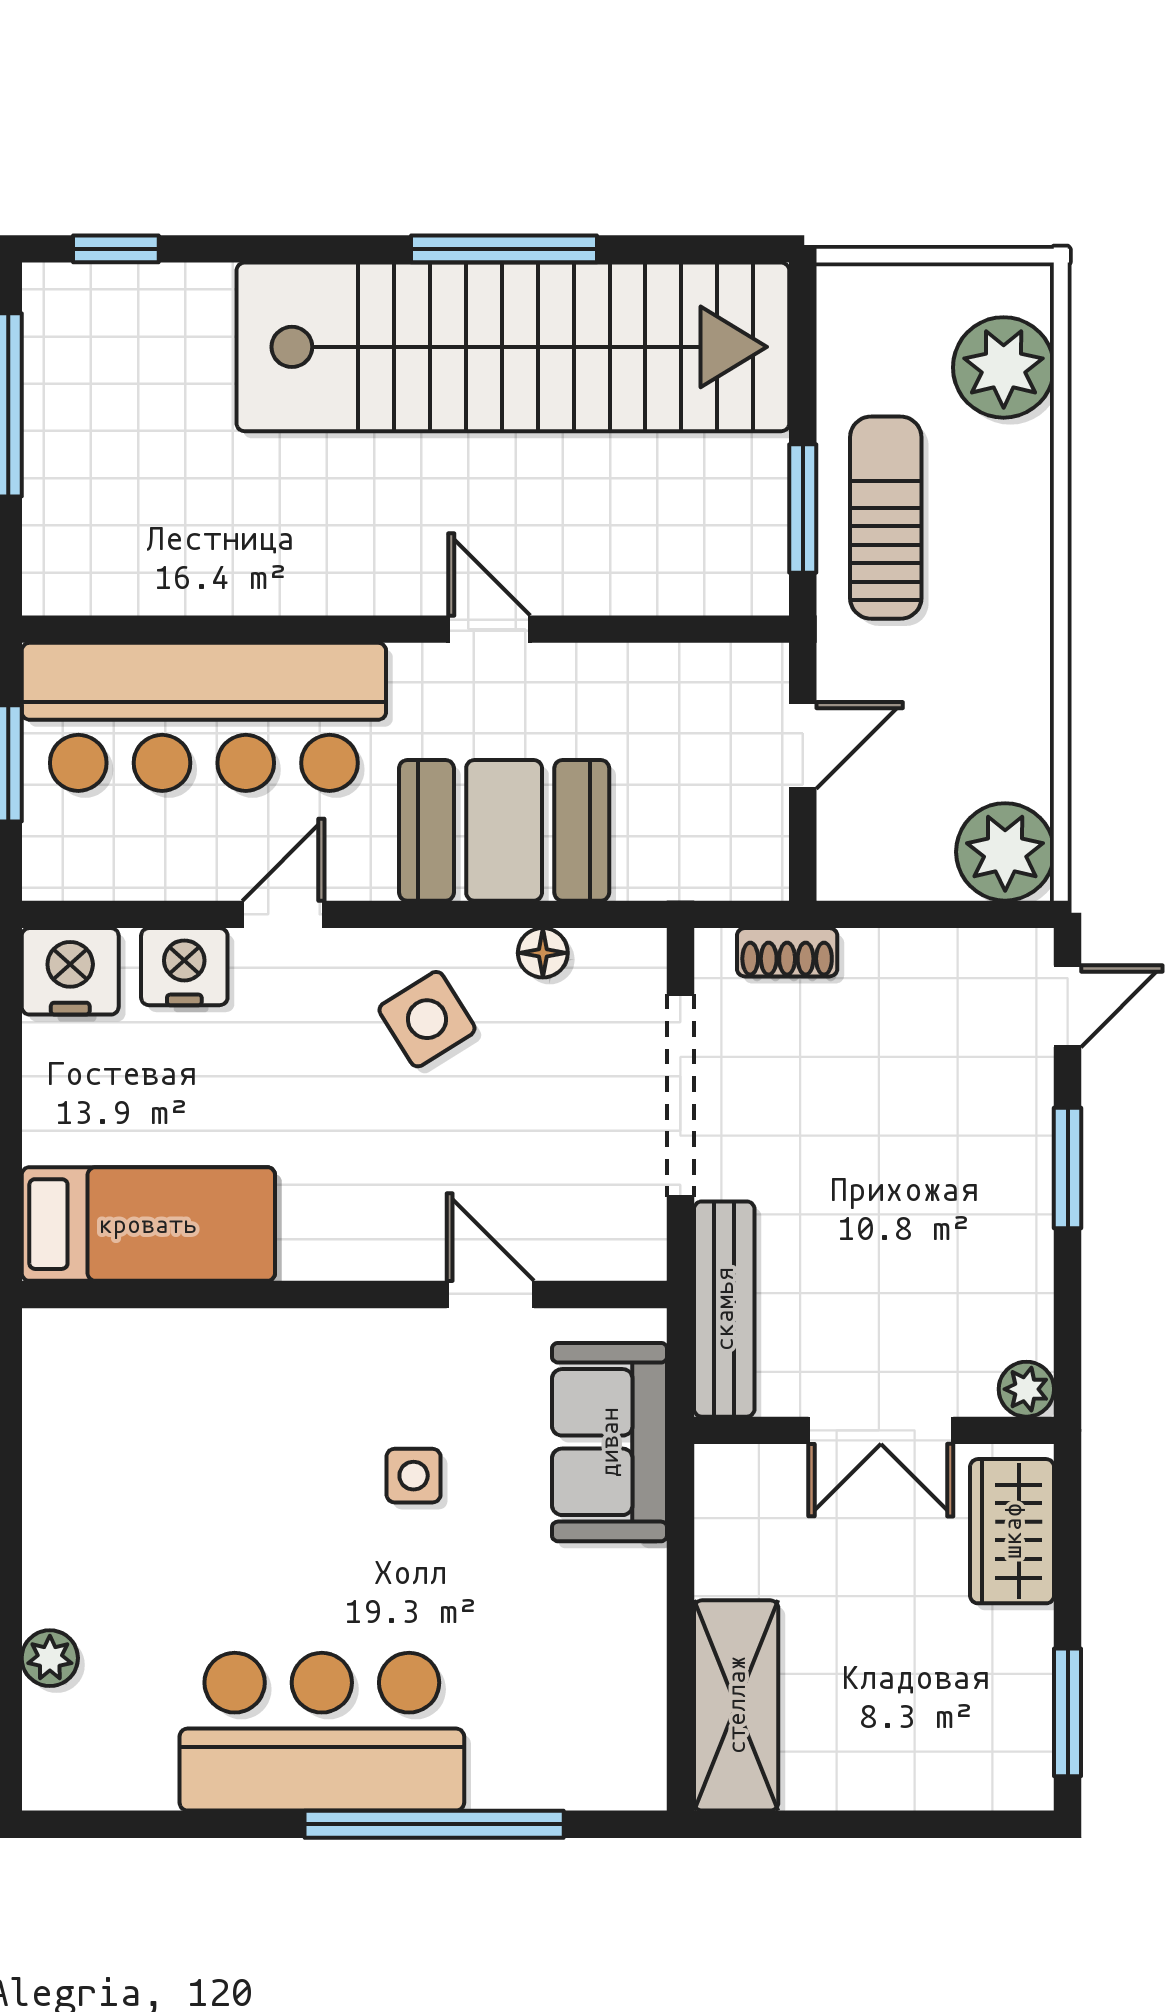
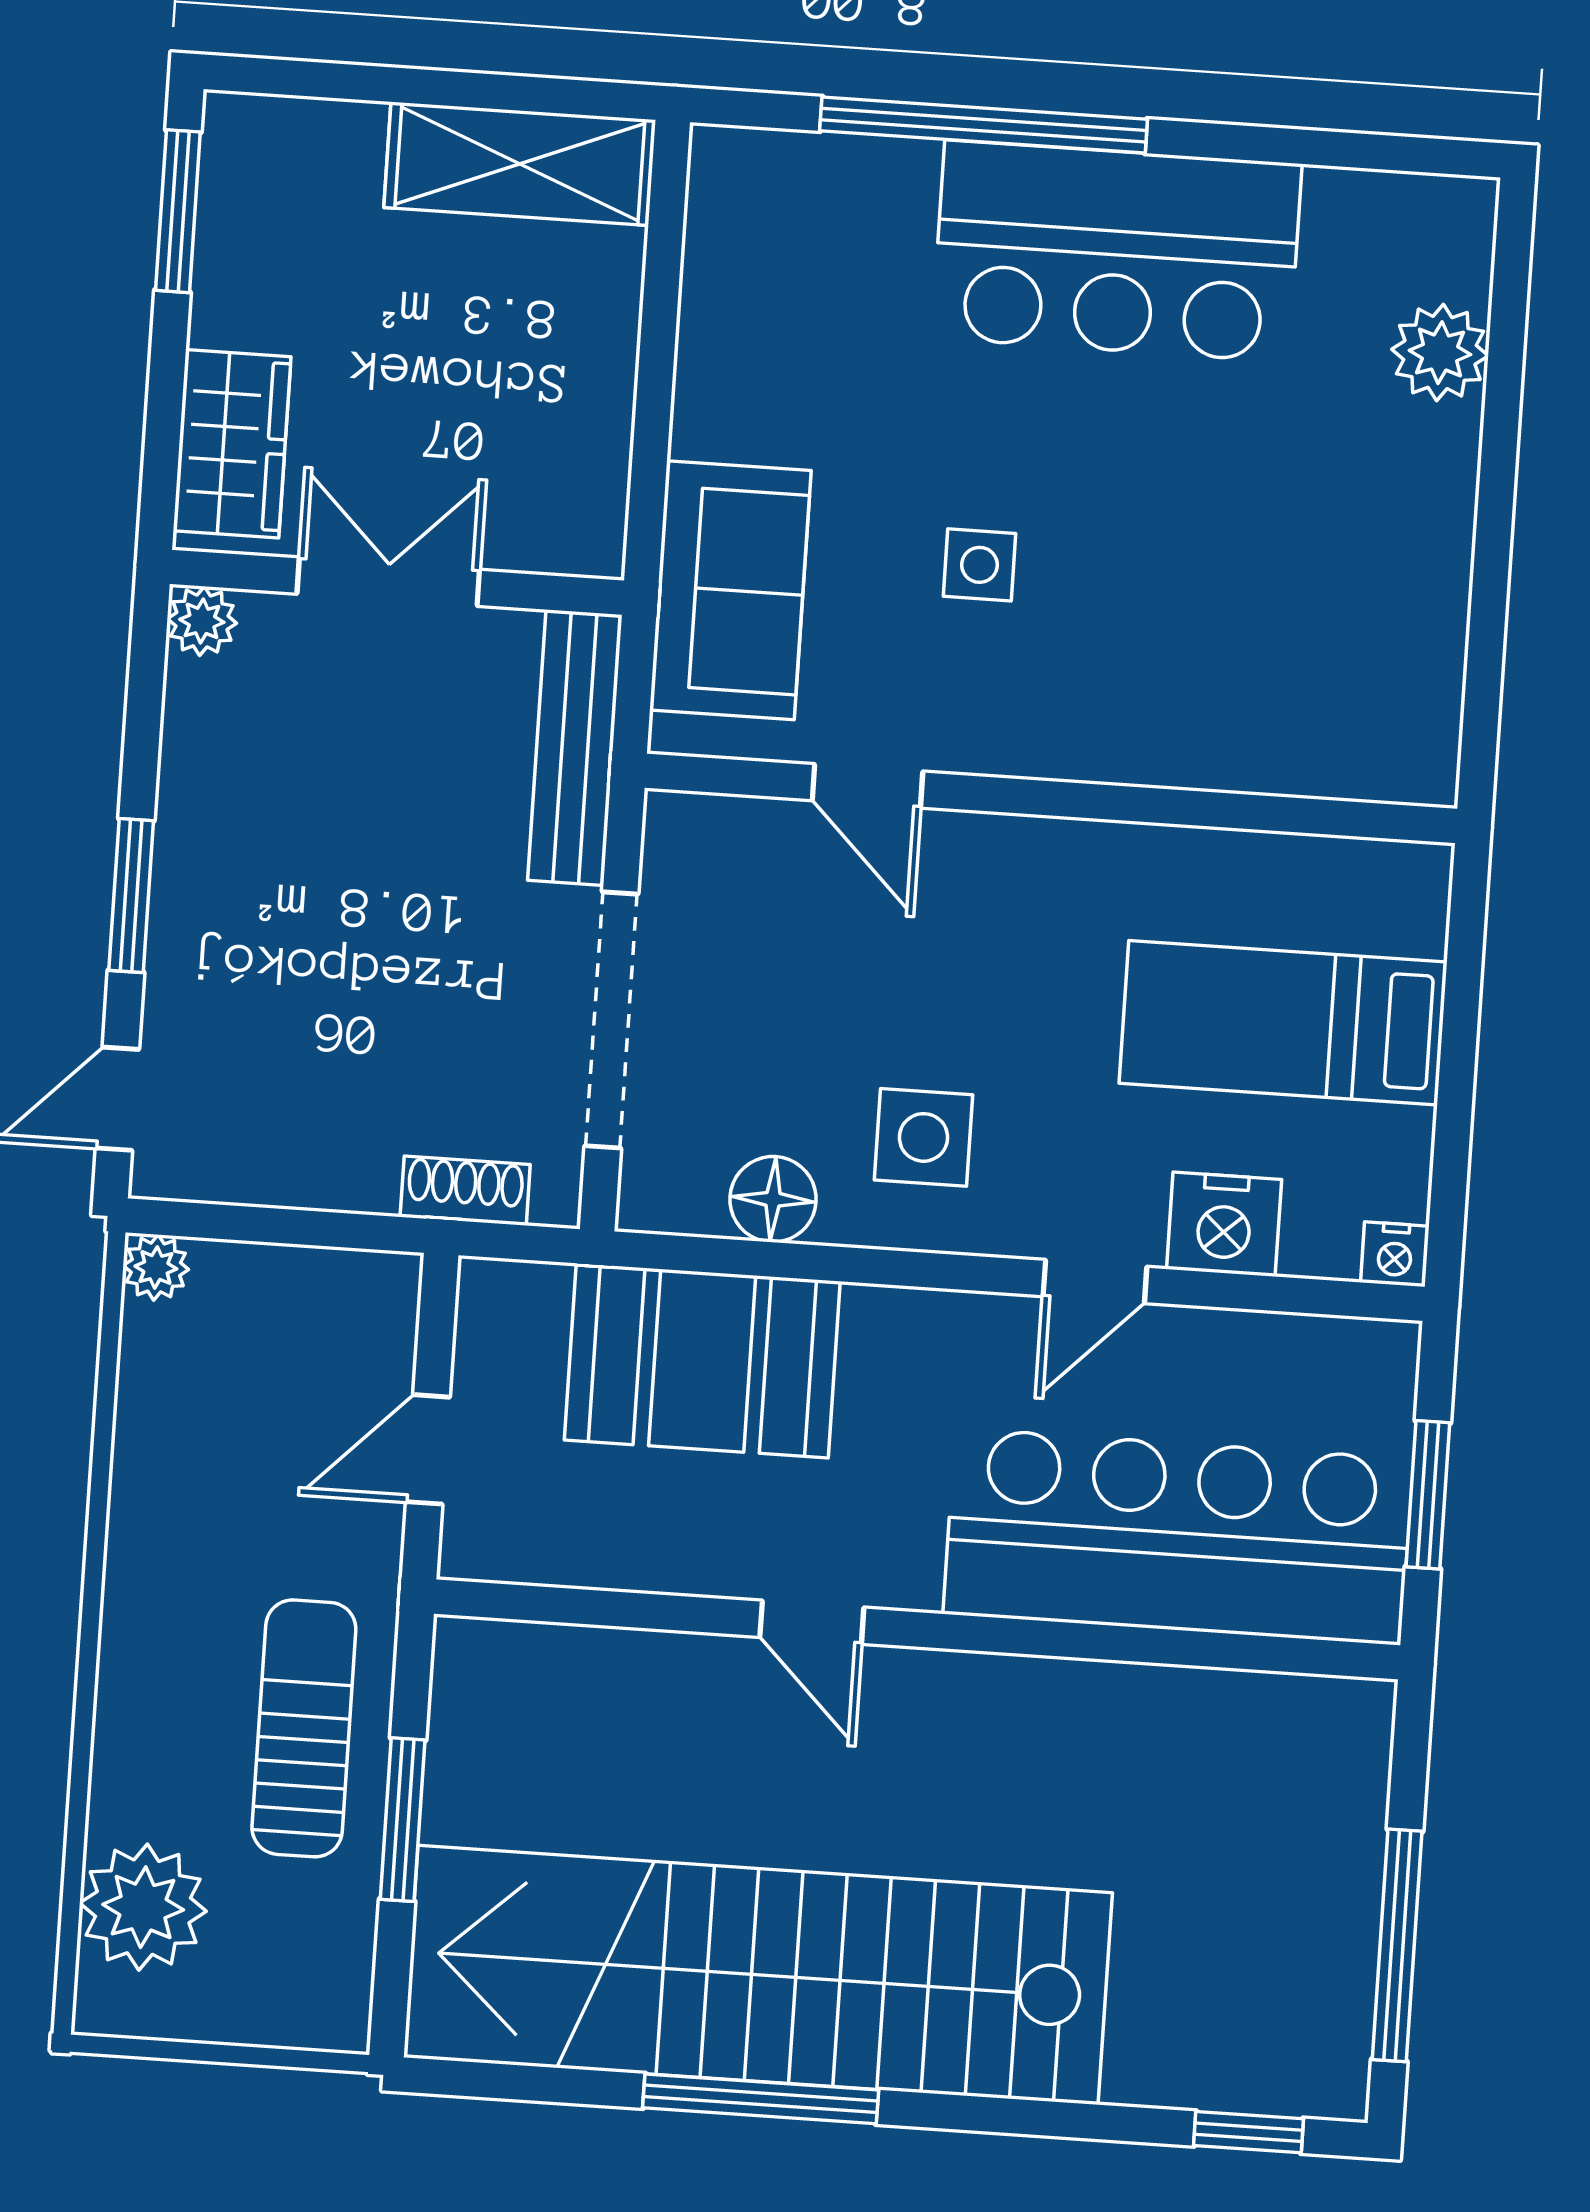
window: (803, 509) -> (403, 1820), moved
sun lounger: (886, 518) -> (304, 1728), turned 180
booth: (504, 830) -> (702, 1361), moved
plant: (1005, 852) -> (156, 1268), width x0.53, depth x0.53
floor lamp: (543, 953) -> (773, 1199), width x1.37, depth x1.37
nightstand: (70, 971) -> (1395, 1254), width x0.53, depth x0.56
side table: (427, 1019) -> (924, 1137), turned 32
bed: (148, 1224) -> (1283, 1023), moved
plant: (50, 1658) -> (1440, 353), width x1.38, depth x1.38
shelving: (736, 1705) -> (520, 164), moved, turned 90

